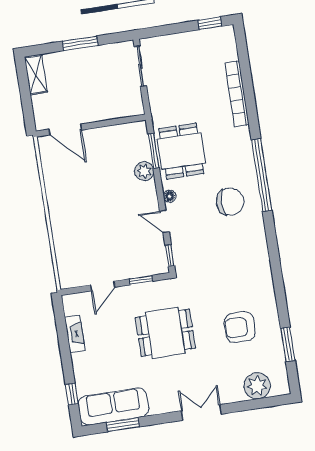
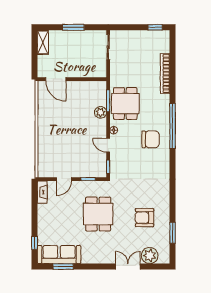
dining table: (165, 333) -> (98, 214), turned 90
fireplace: (75, 334) -> (42, 192), moved
double door: (201, 412) -> (128, 267), moved

